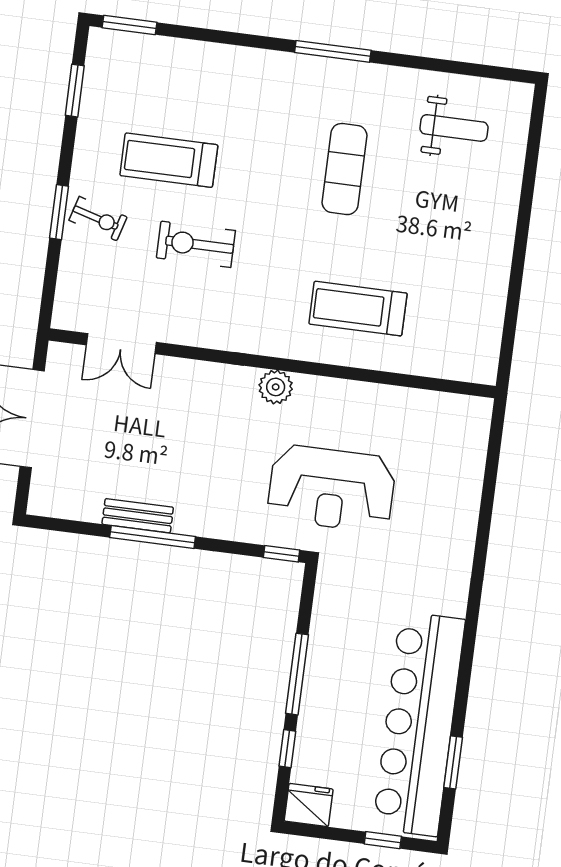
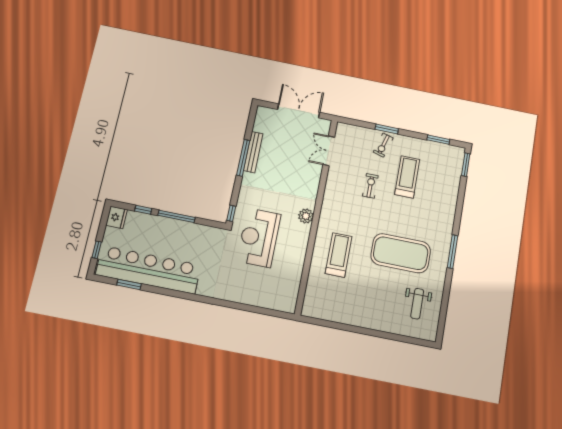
exercise mat: (344, 169) -> (401, 253), width x2.00, depth x1.45
exercise bike: (196, 244) -> (370, 186), width x0.73, depth x0.72
bench: (138, 516) -> (253, 152), width x1.36

